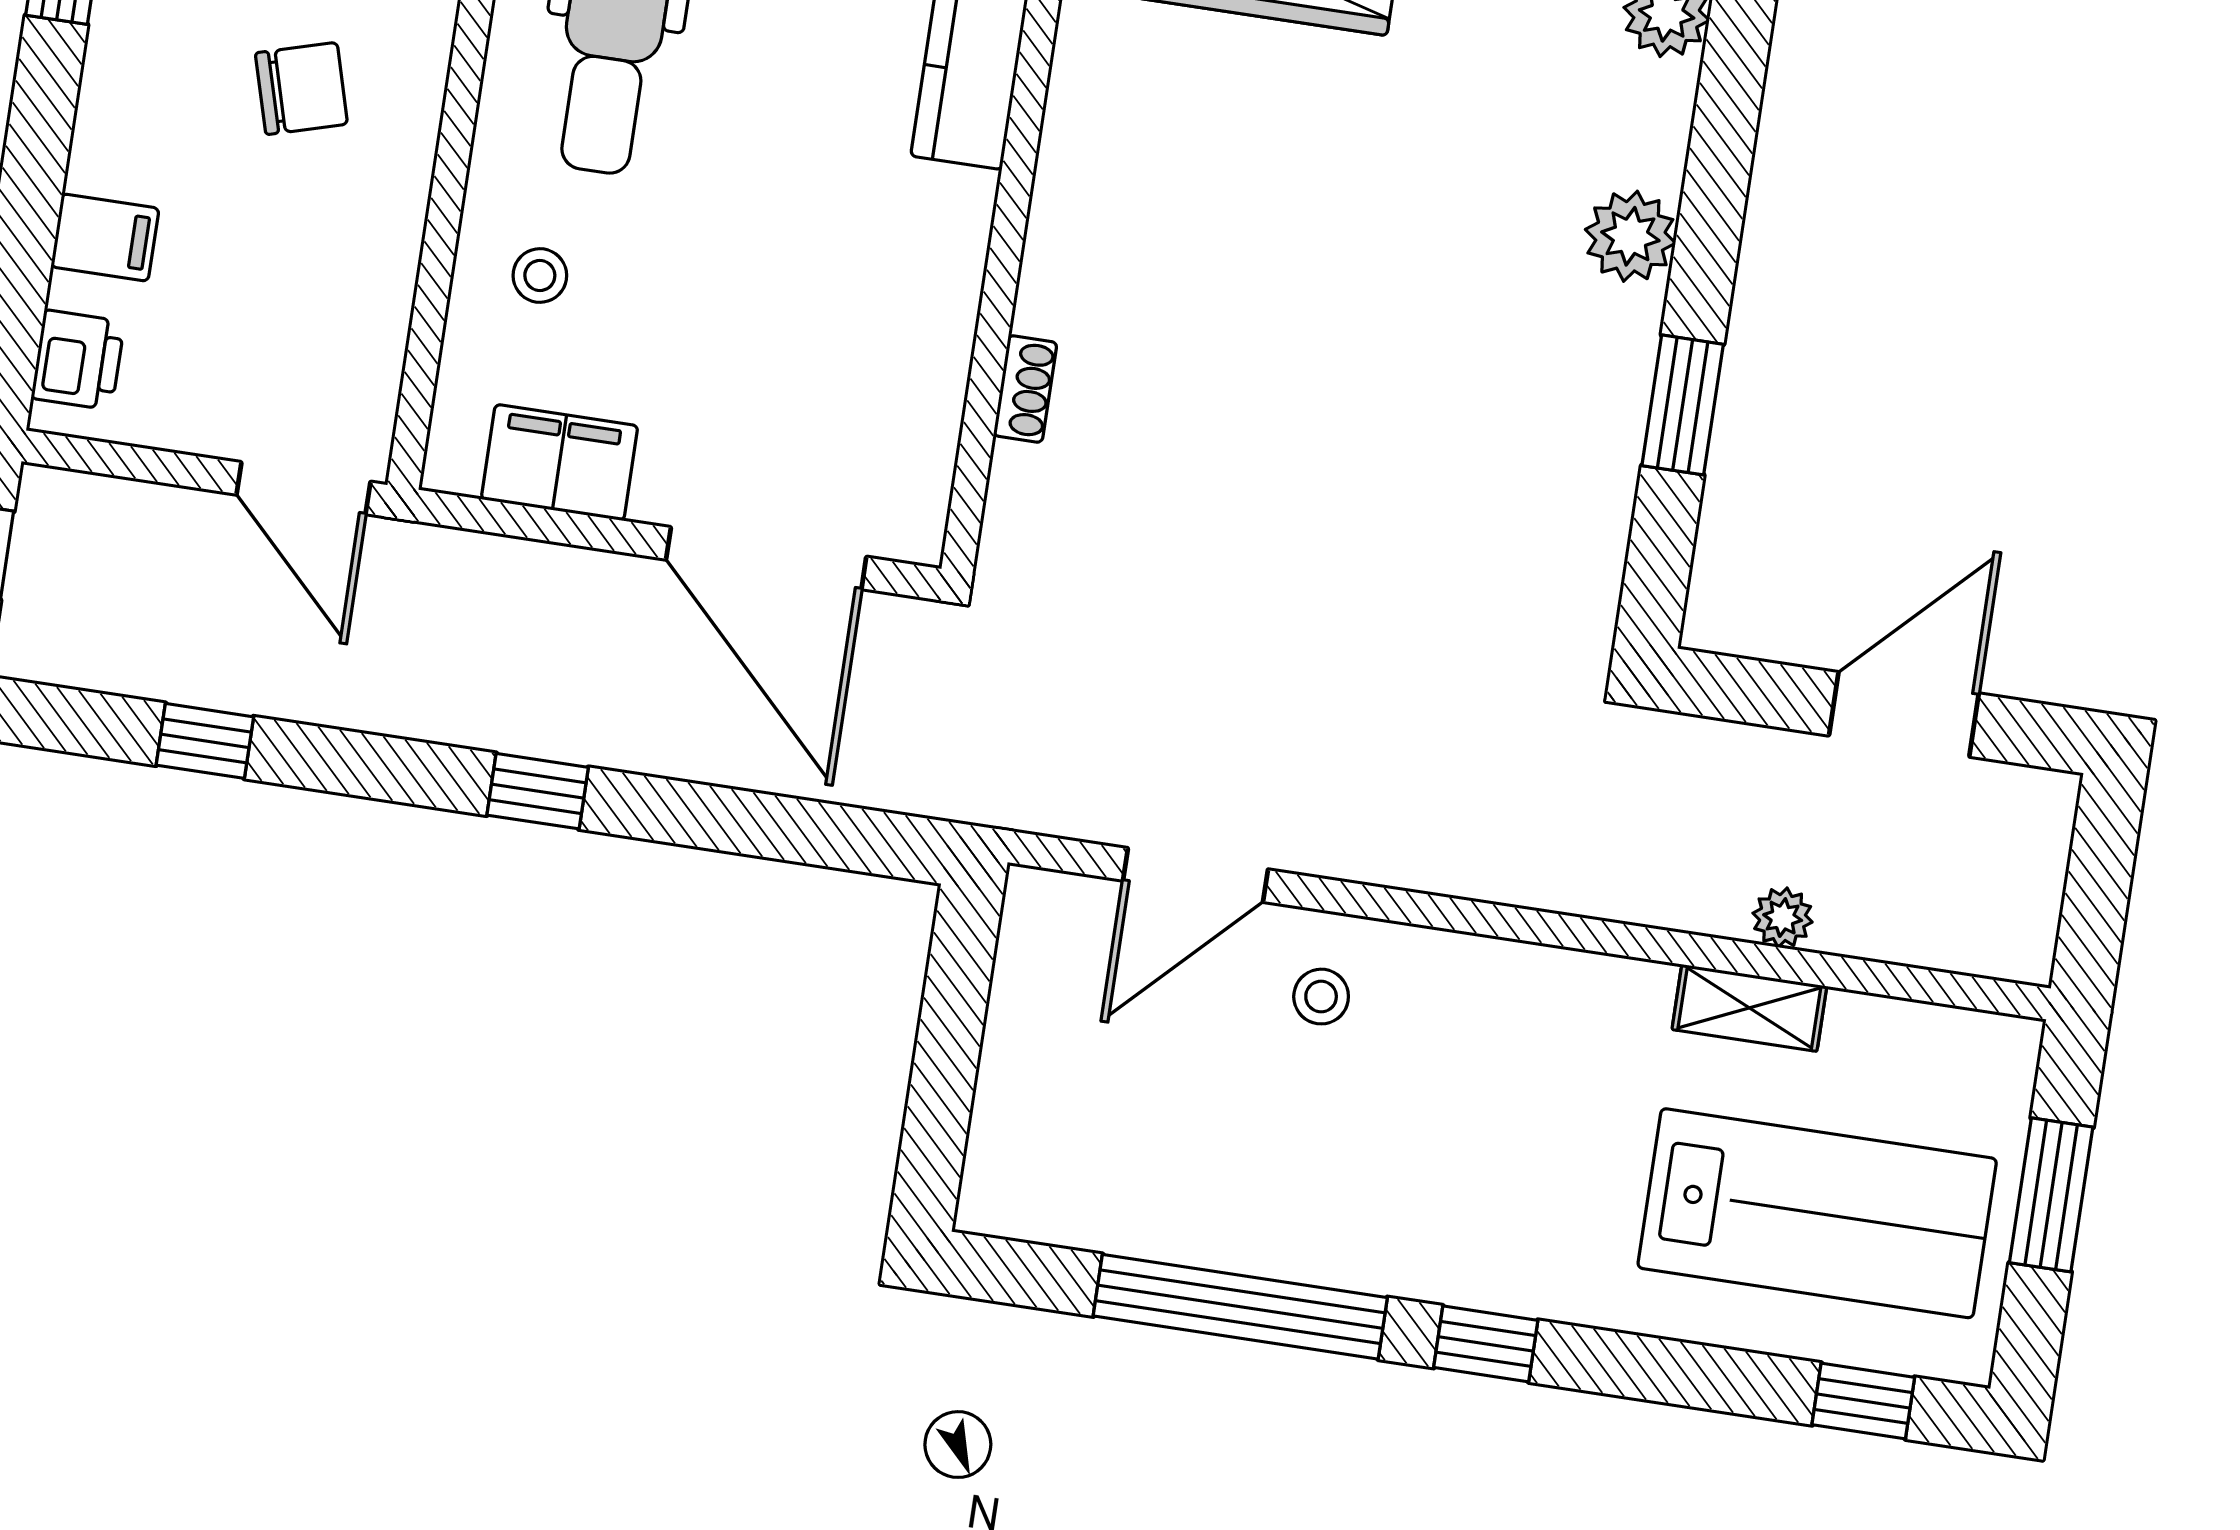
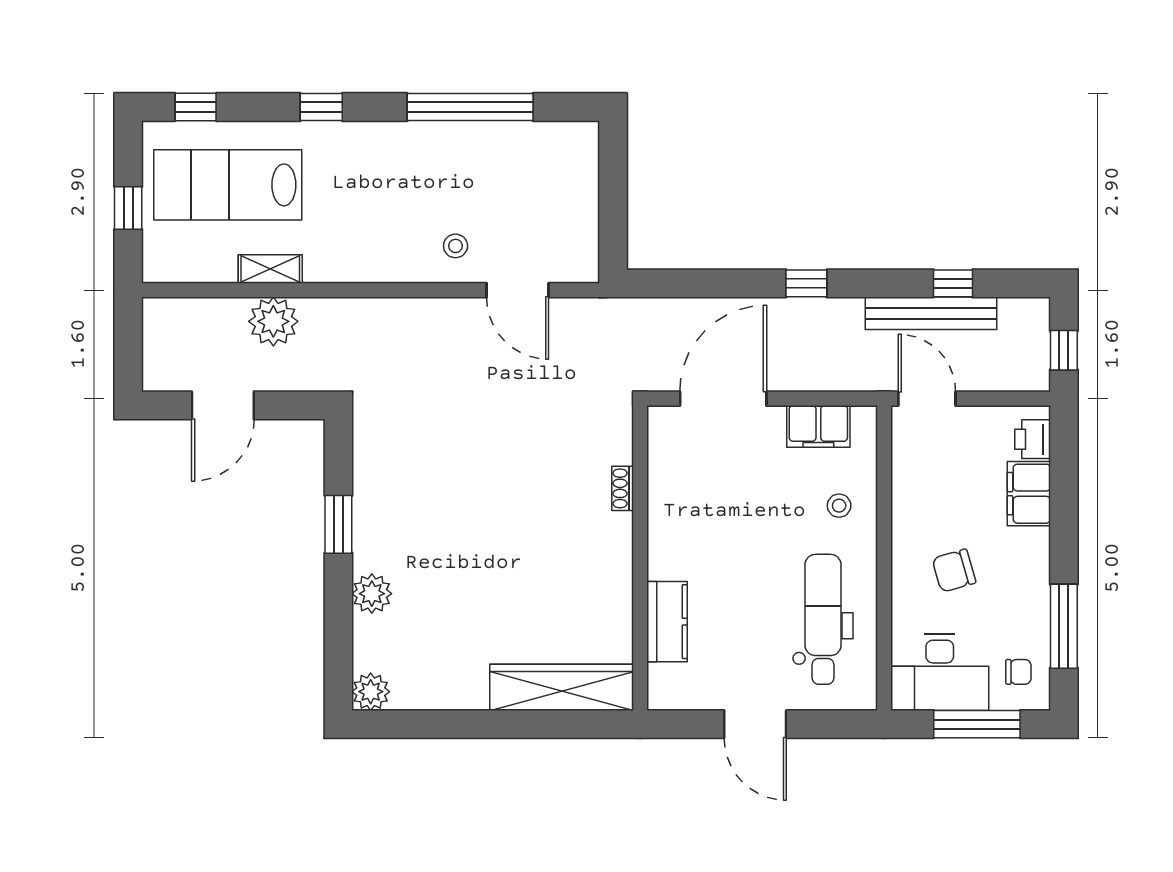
filing cabinet: (105, 238) -> (1029, 494), width x2.00
door: (766, 558) -> (723, 399), hinge flipped
bench: (265, 681) -> (931, 313), added
door: (1195, 875) -> (518, 290), swing flipped
plant: (1783, 918) -> (273, 321), width x1.88, depth x1.88
window: (2051, 1195) -> (128, 208), width x0.67
window: (1486, 1344) -> (321, 107), moved

